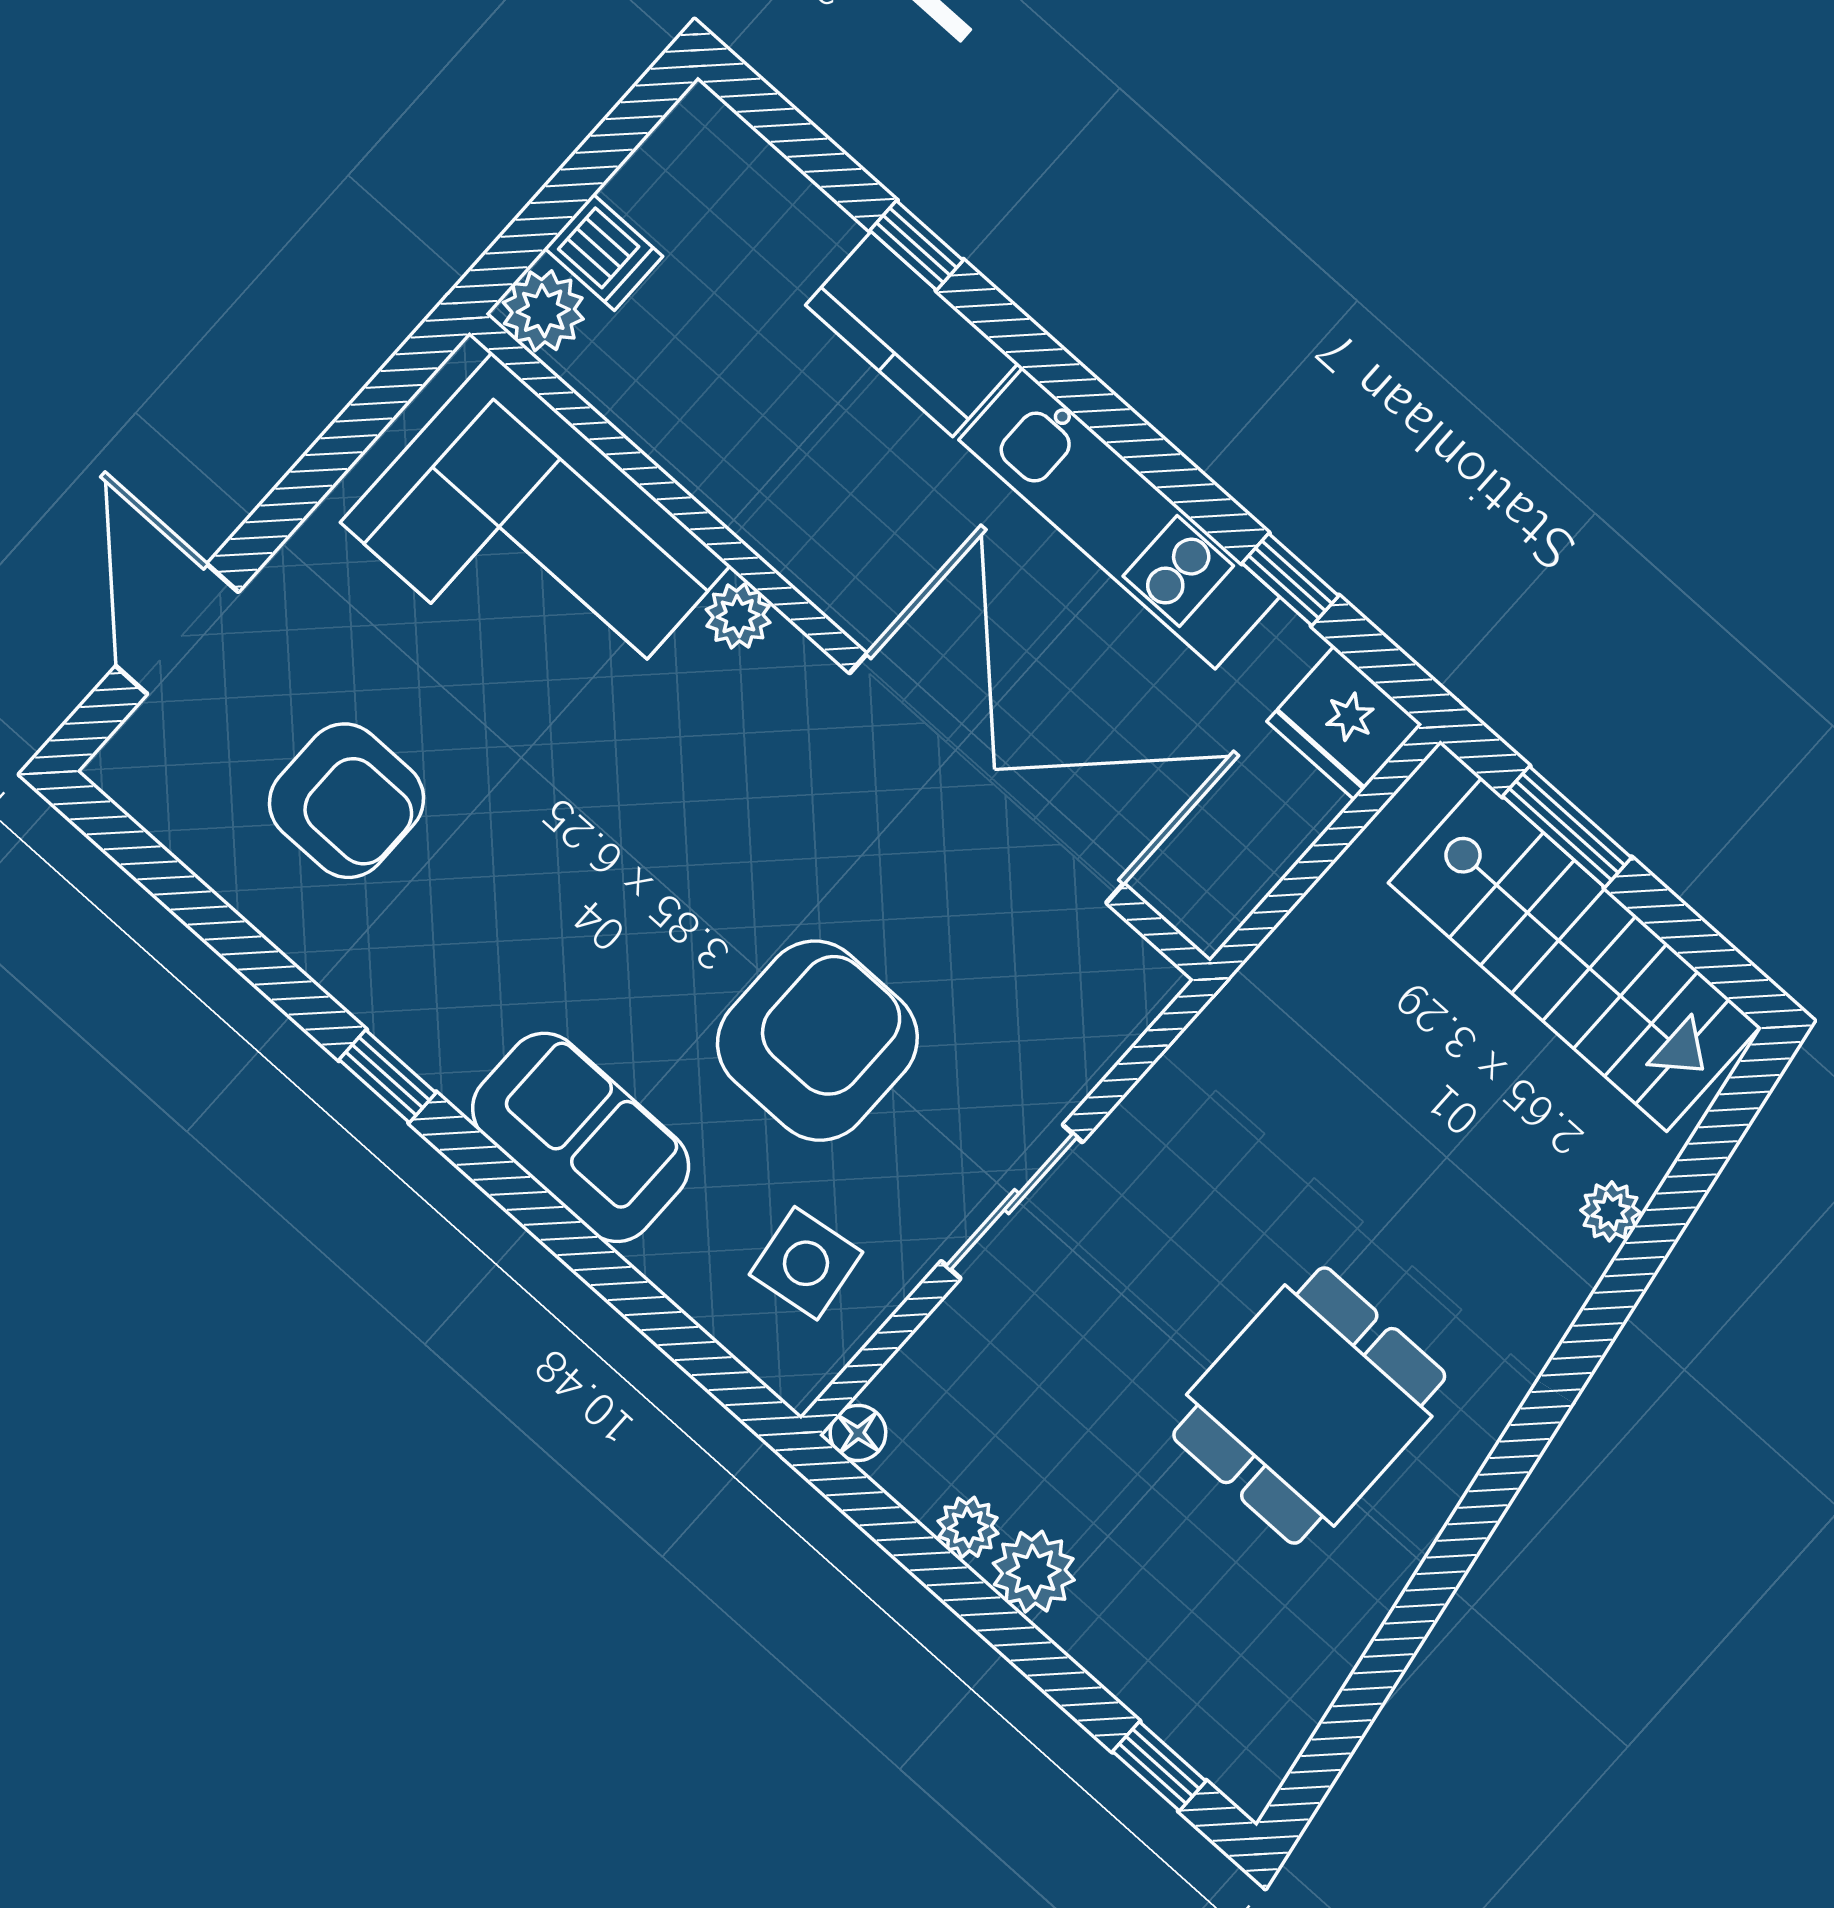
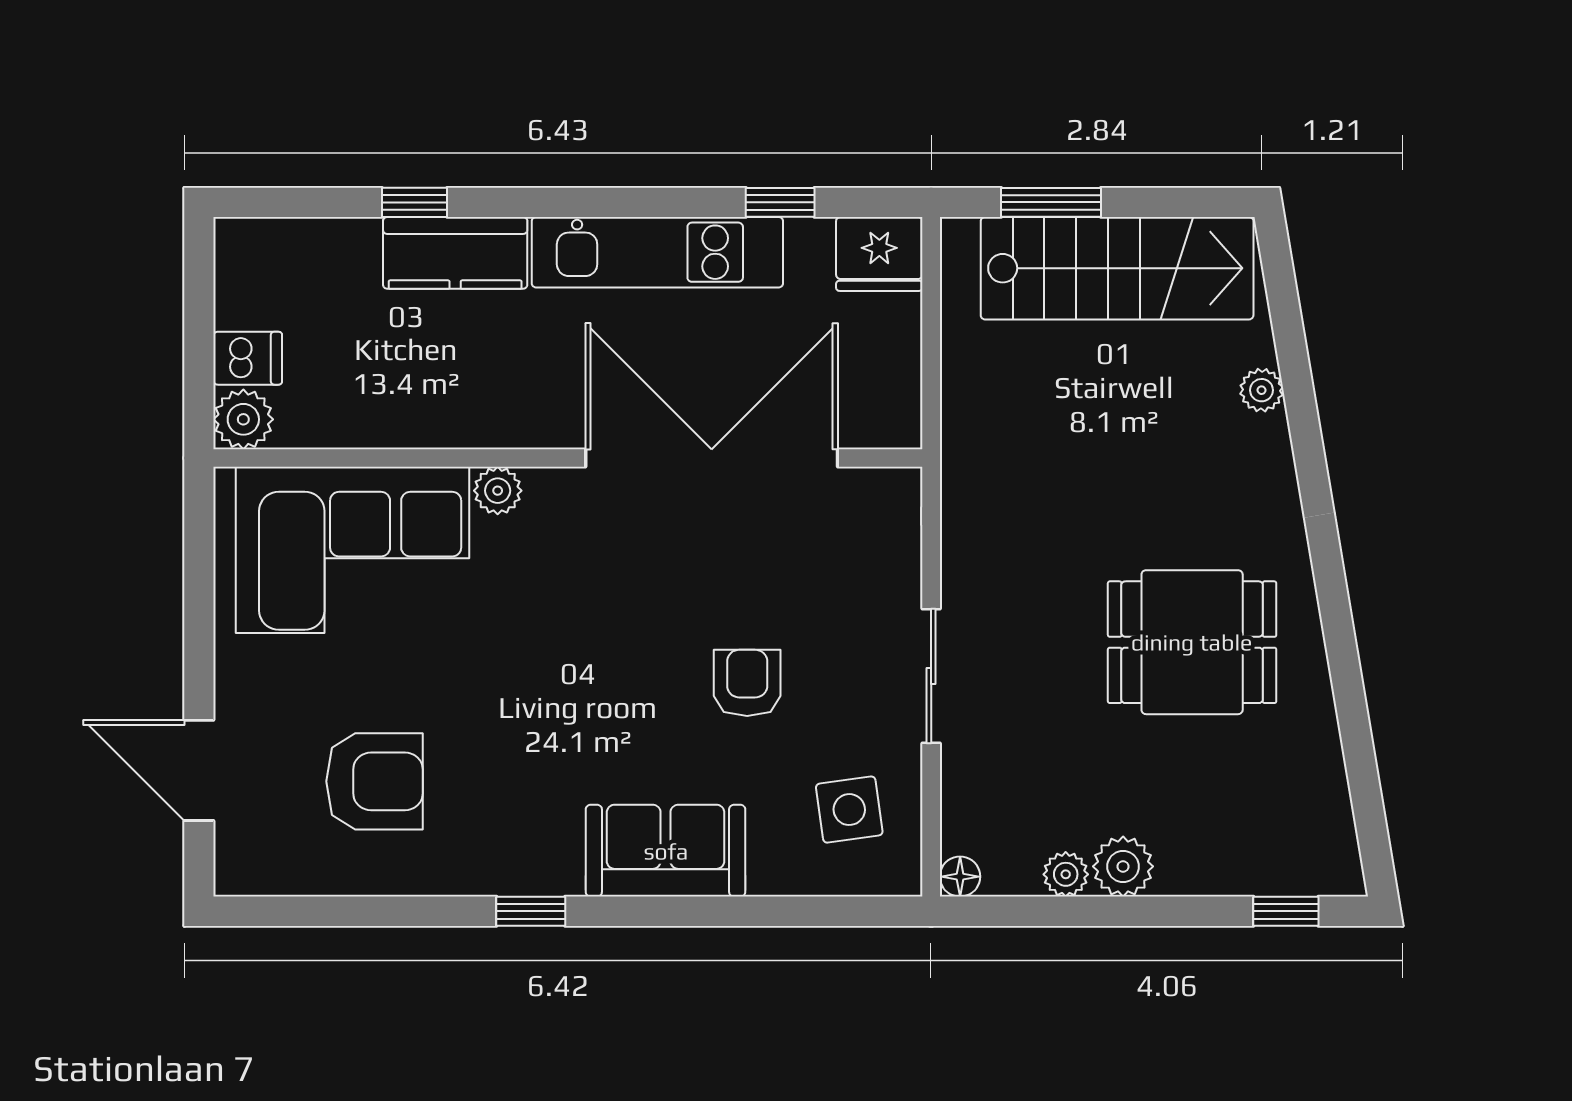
armchair: (817, 1041) -> (747, 683), width x0.53, depth x0.53
dining table: (1309, 1406) -> (1192, 642), turned 90

